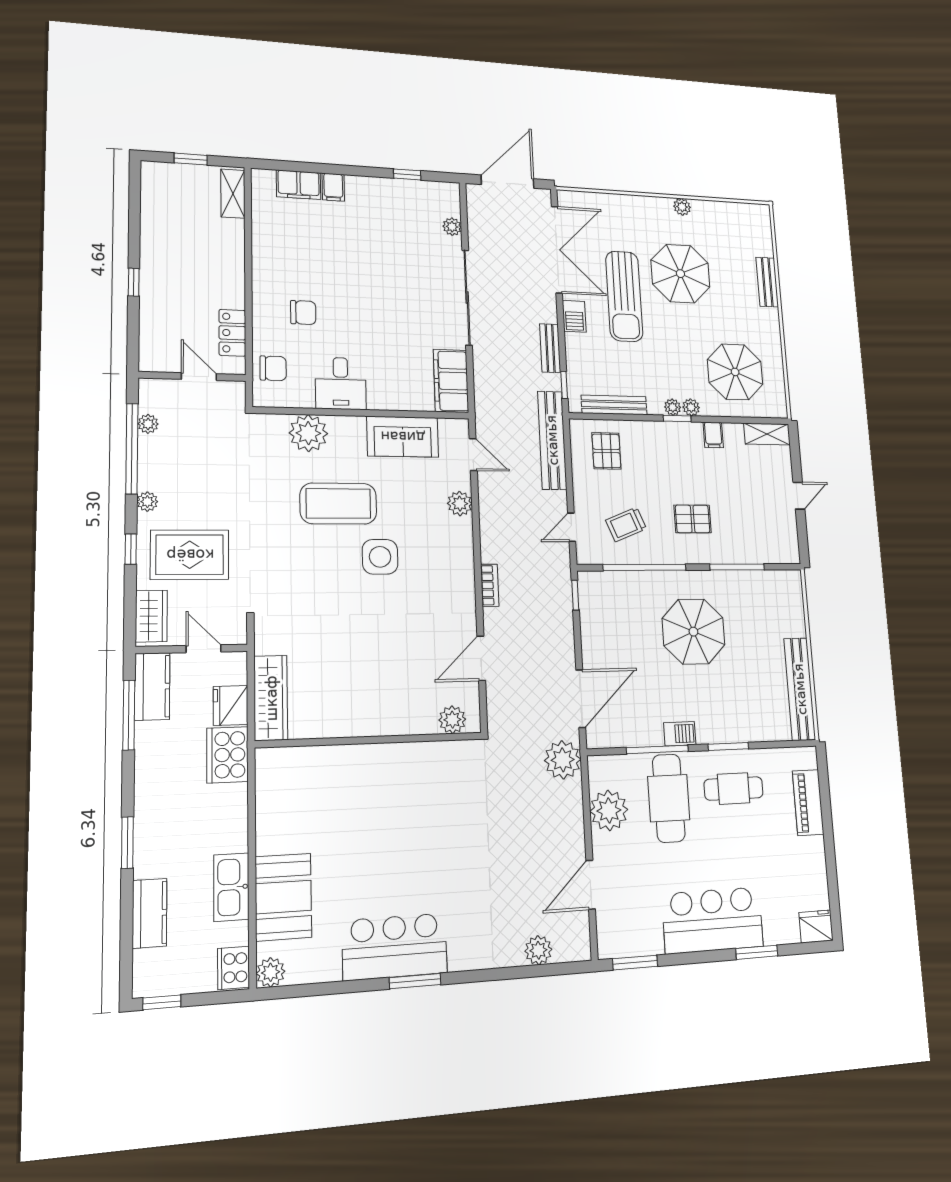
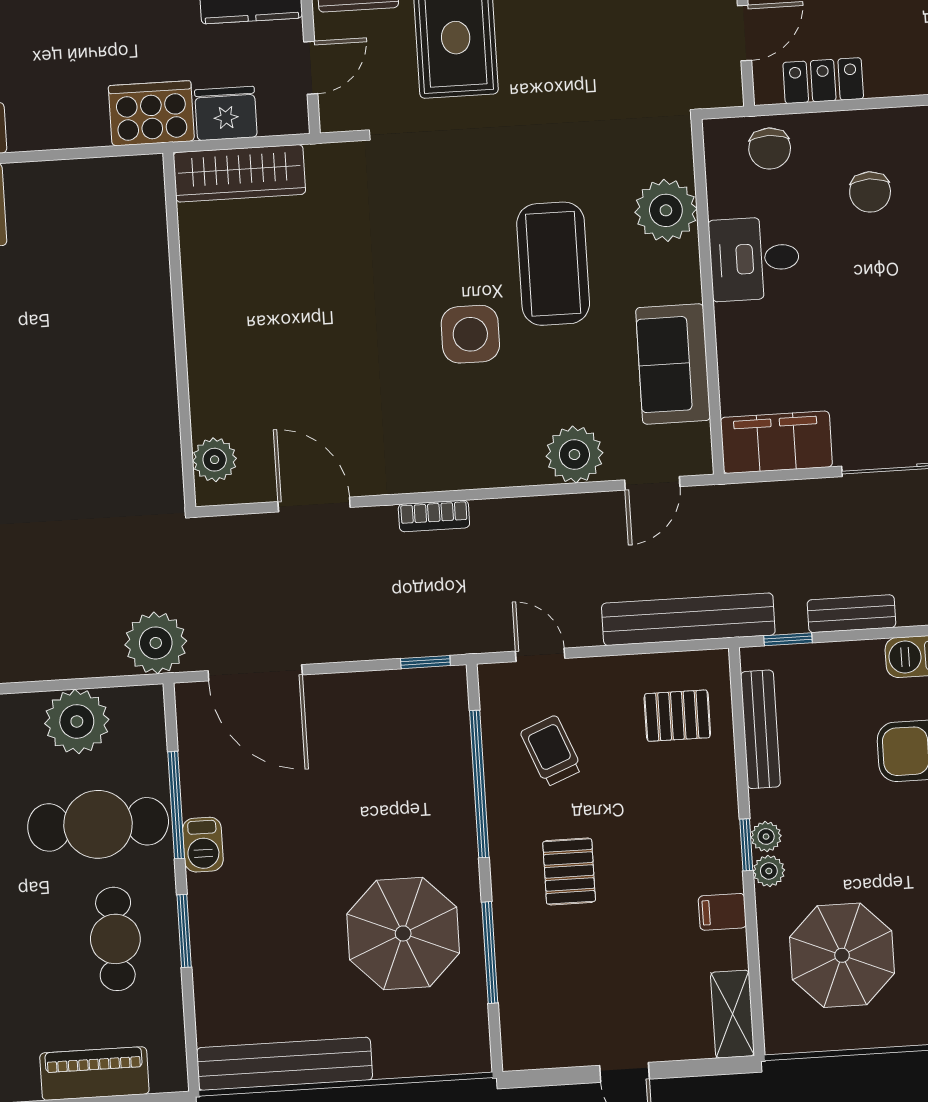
plant: (460, 504) -> (574, 455), width x1.36, depth x1.36
parasol: (693, 632) -> (403, 933), moved

